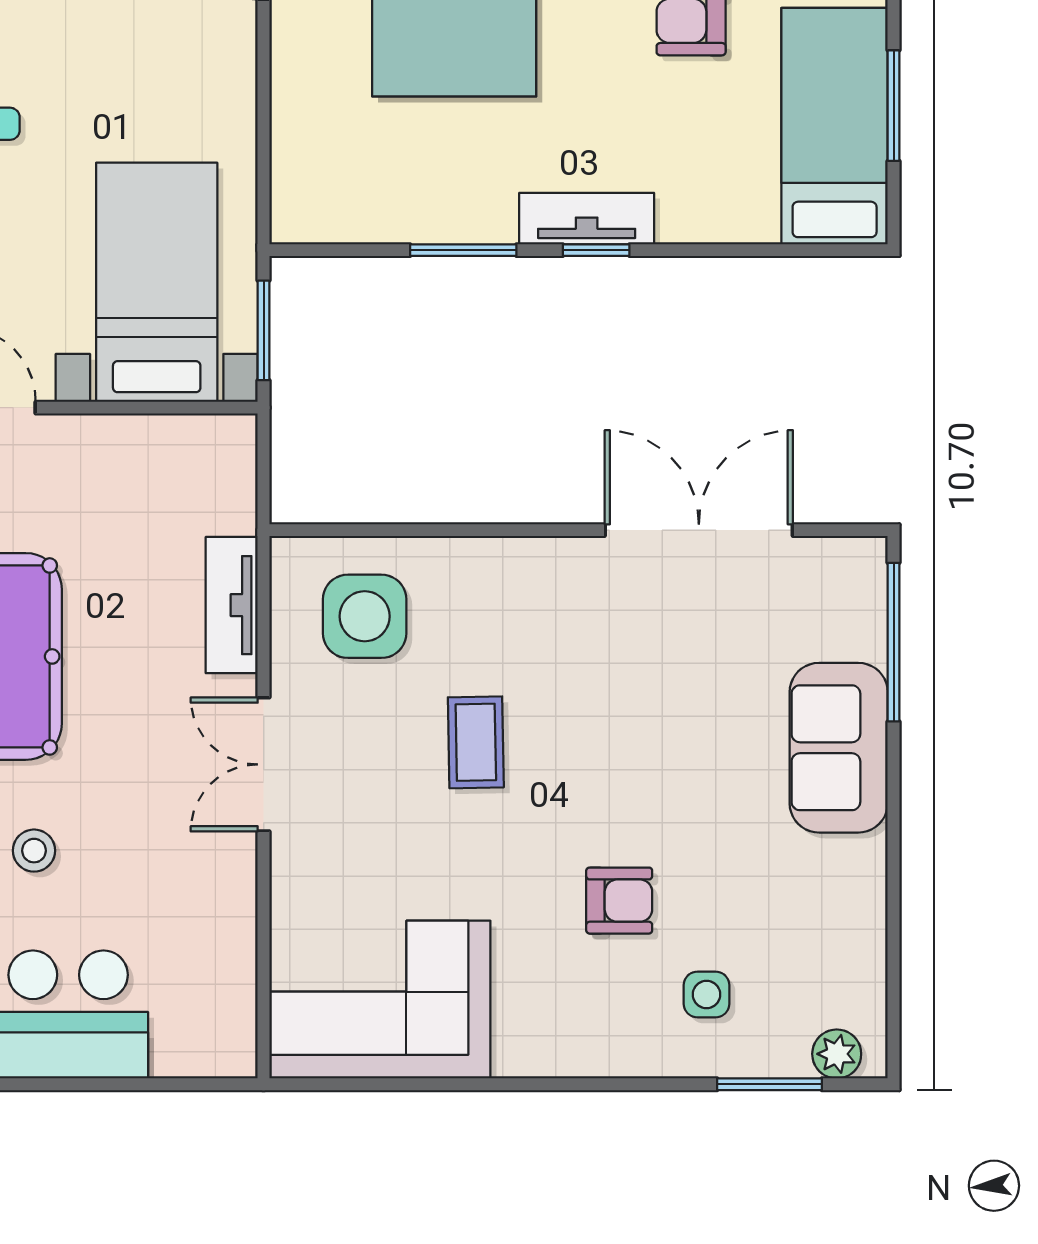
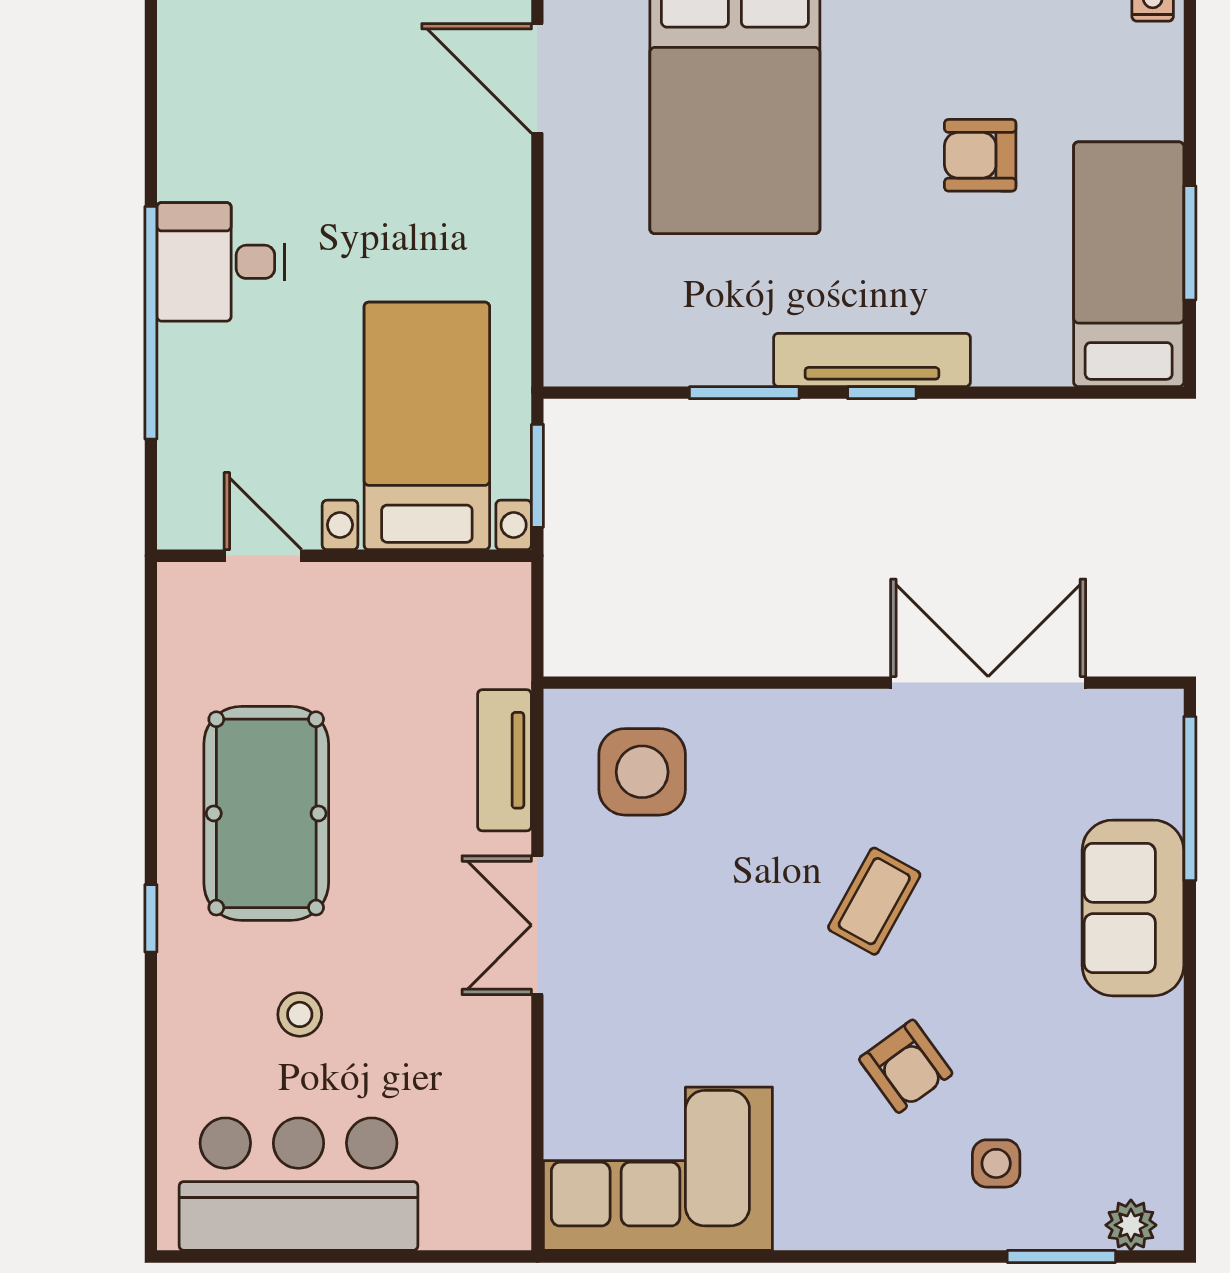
tv unit: (587, 219) -> (872, 360), width x1.41
coffee table: (476, 742) -> (874, 901), moved, turned 30
armchair: (619, 901) -> (906, 1066), turned 54

